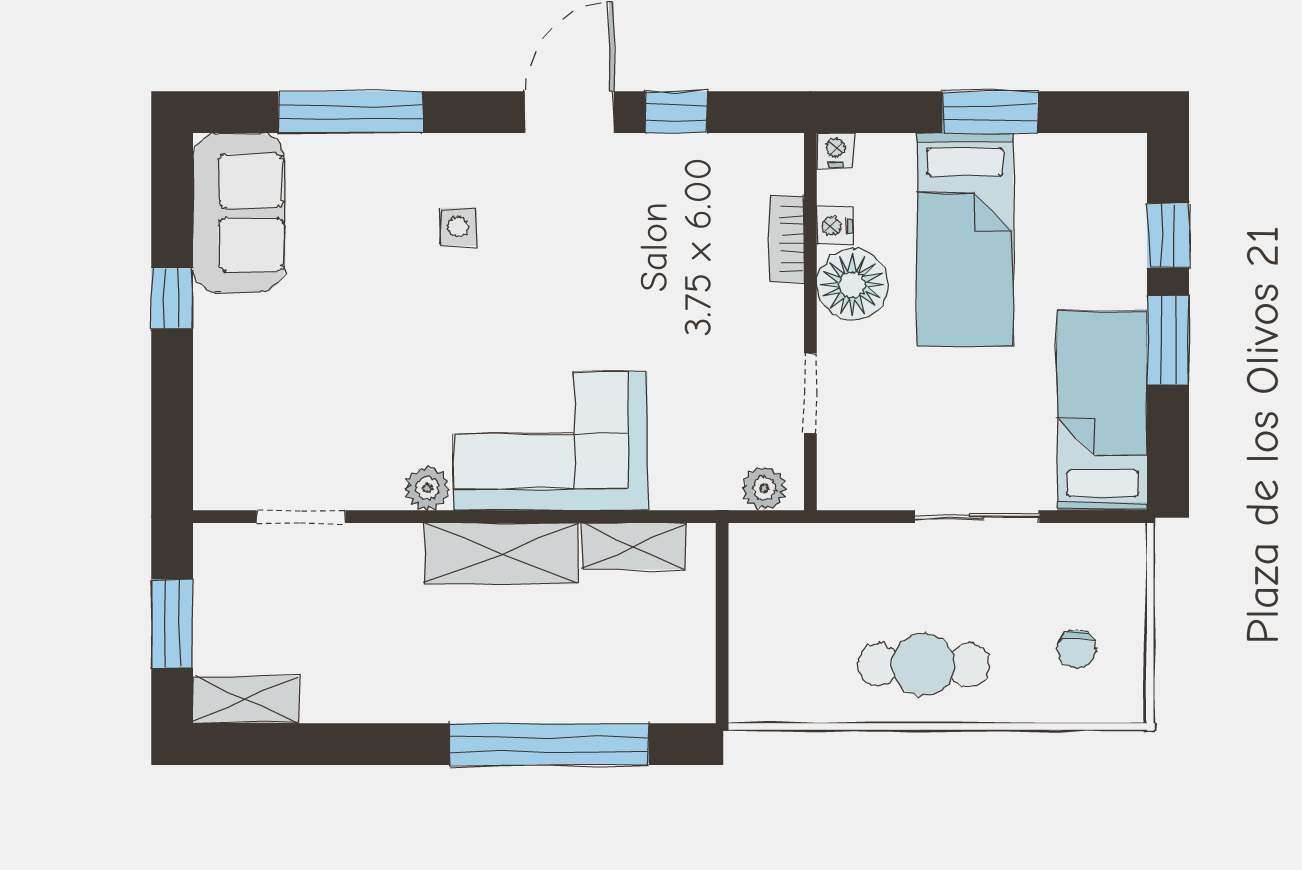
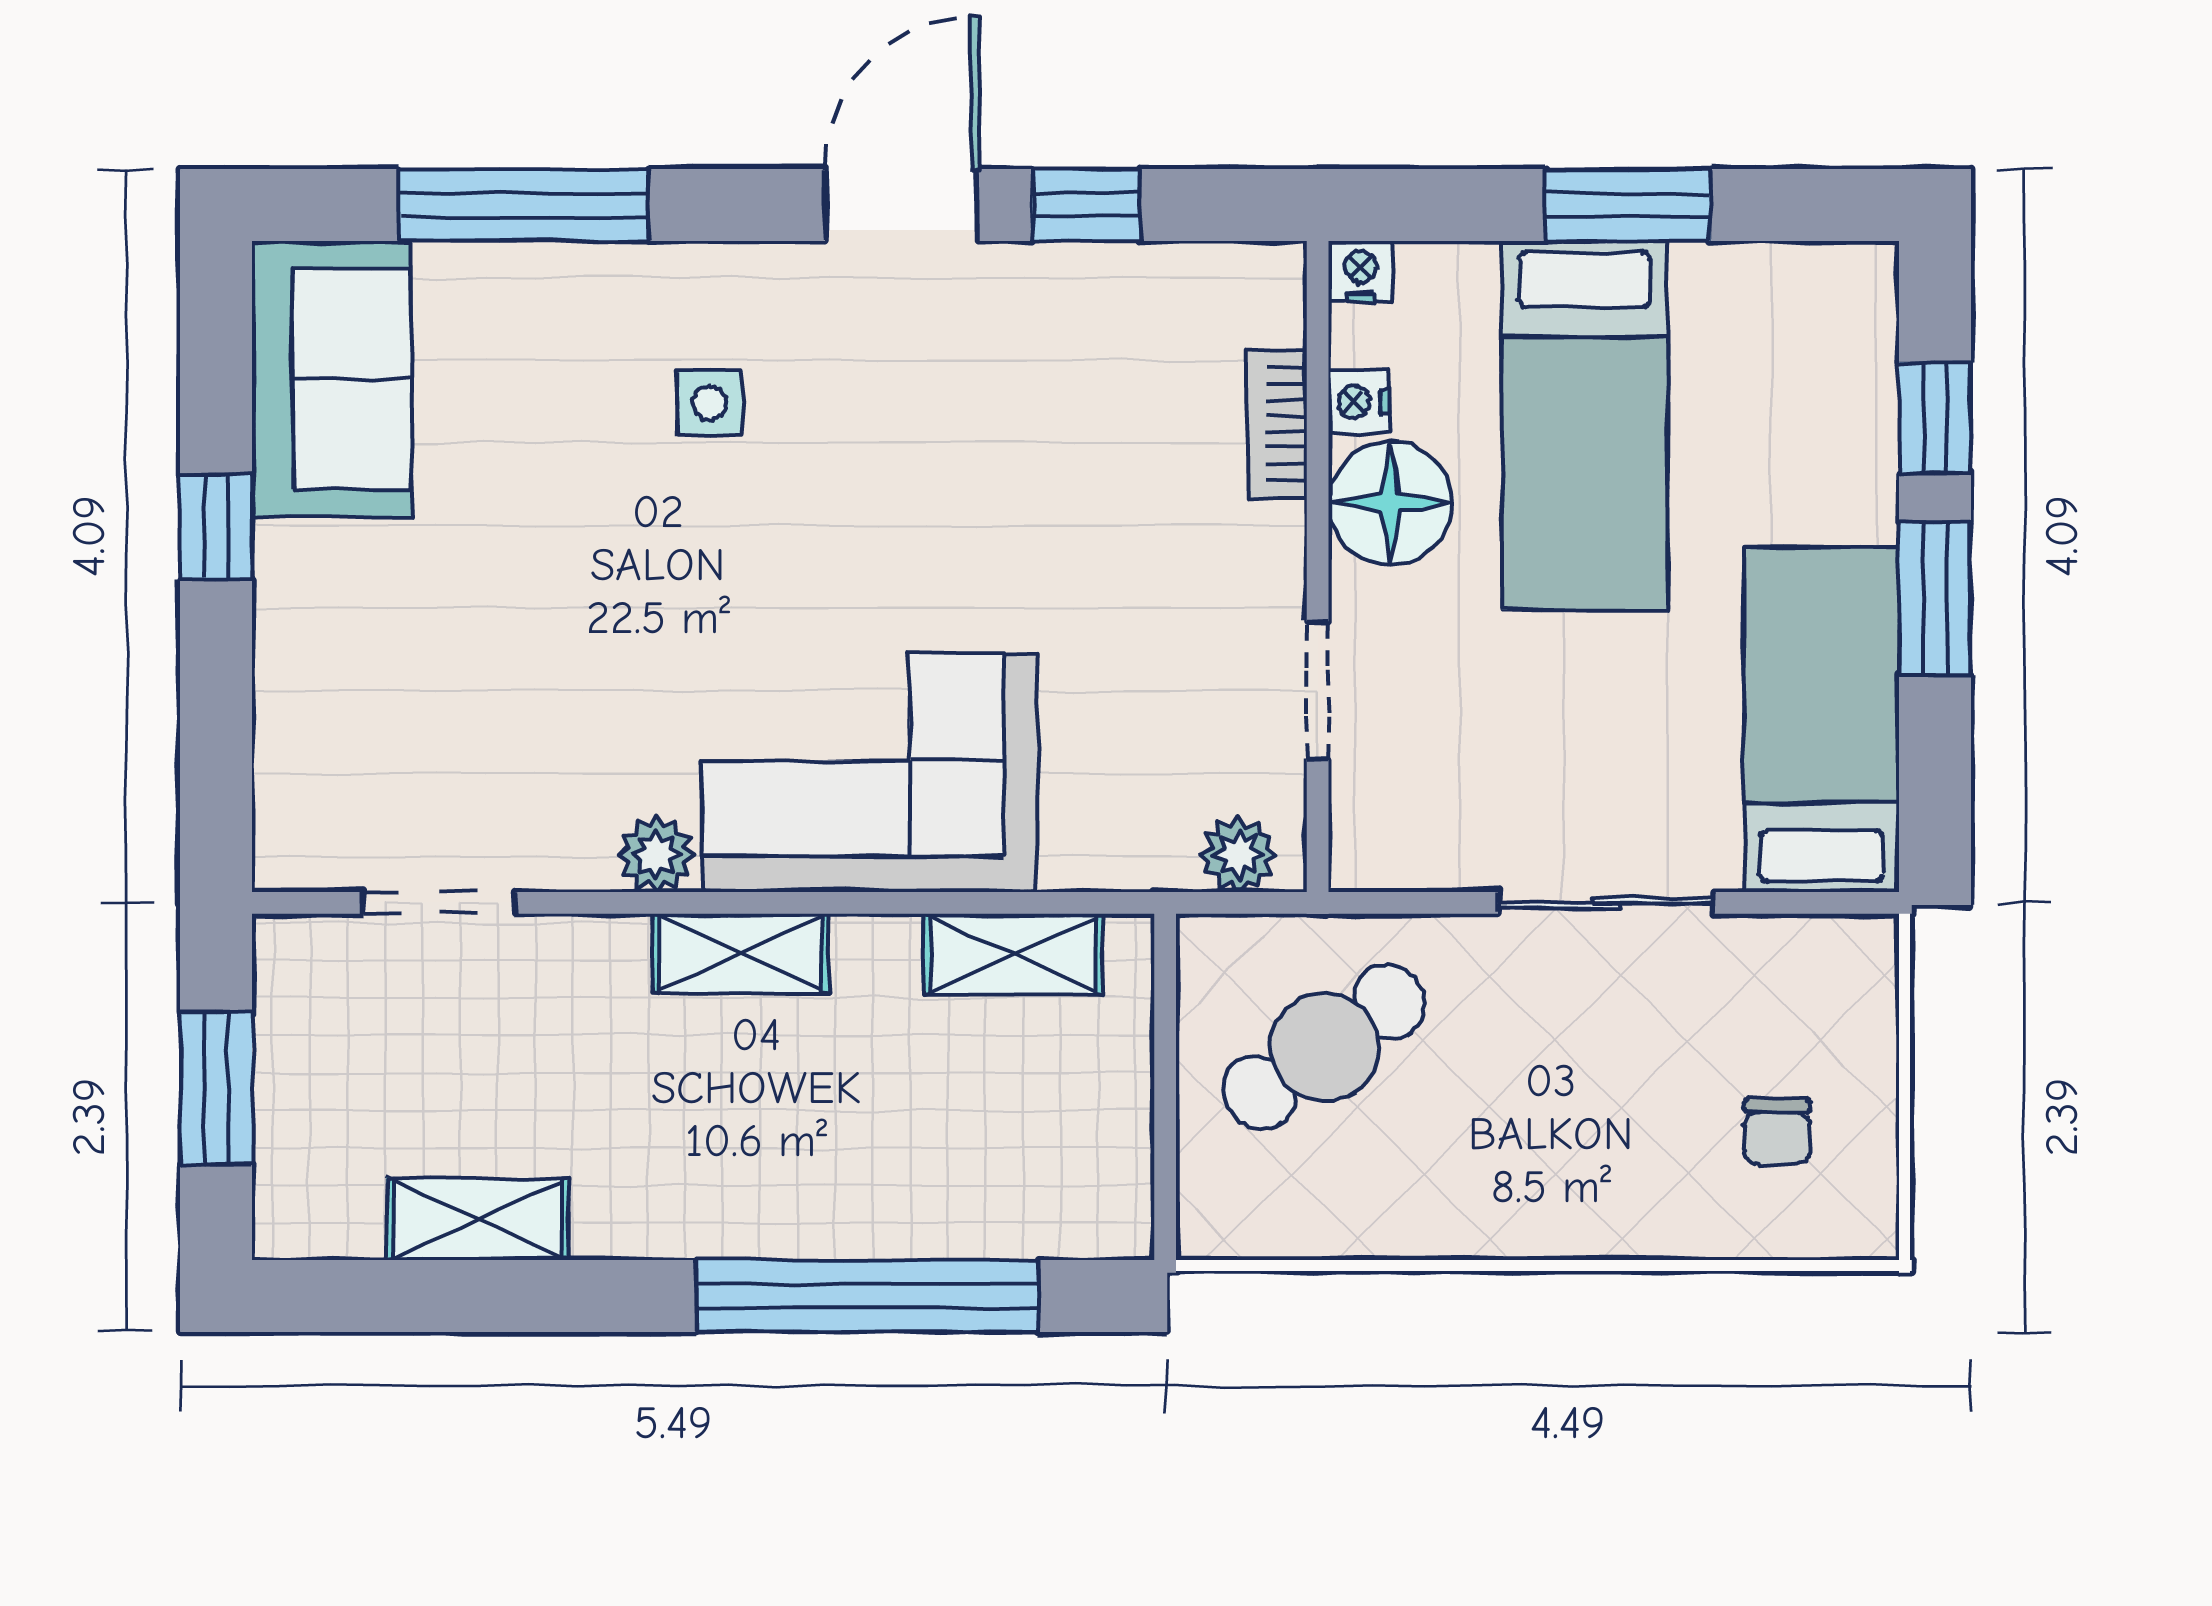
shelving: (501, 553) -> (740, 953), width x0.67, depth x0.75
cafe table: (924, 665) -> (1324, 1047), moved, turned -35
shelving: (246, 700) -> (478, 1219), moved

